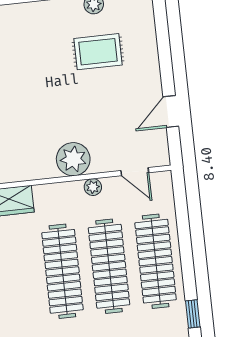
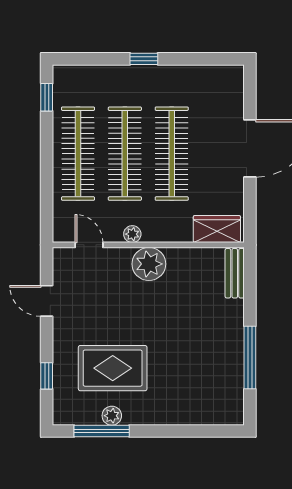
window: (163, 37) -> (47, 376), added
rug: (98, 52) -> (113, 368), width x1.36, depth x1.43
door: (171, 111) -> (47, 301), swing flipped

